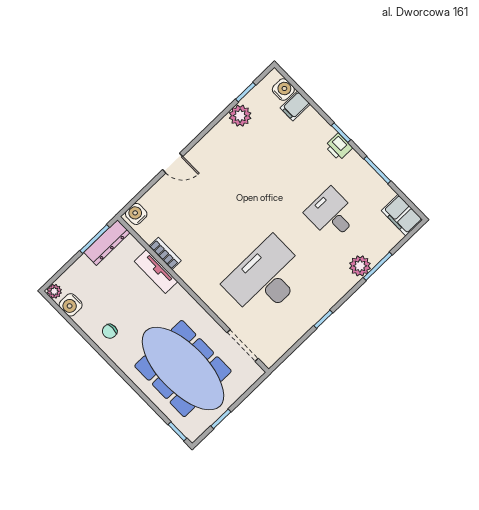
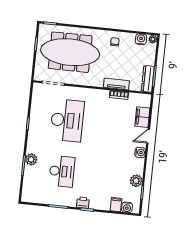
water cooler: (136, 214) -> (140, 152), moved
desk: (332, 214) -> (62, 171), width x1.37
filing cabinet: (402, 215) -> (142, 117), moved, turned -90

